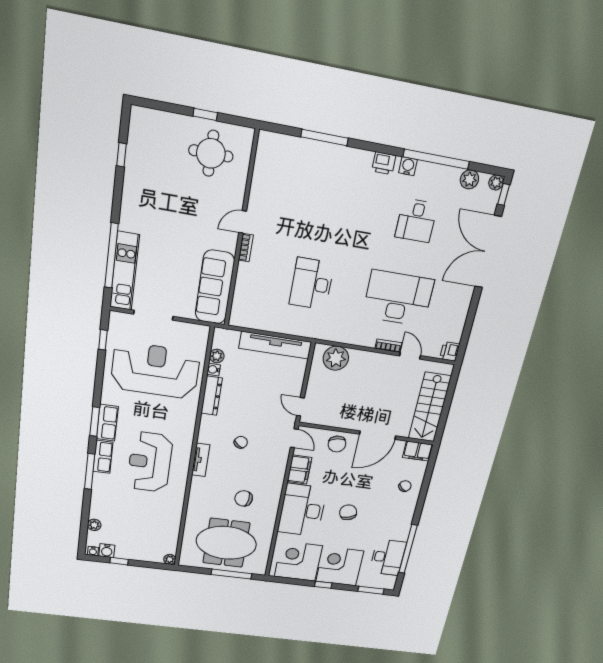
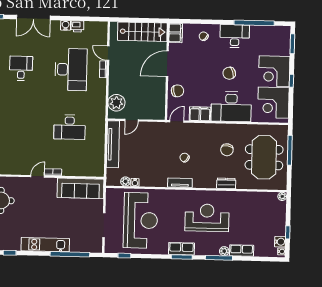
desk: (416, 221) -> (21, 68), turned -90
door: (243, 222) -> (38, 176), swing flipped
double door: (488, 252) -> (33, 18), width x0.73
kitchen unit: (125, 271) -> (45, 245), moved
desk: (398, 298) -> (71, 69), turned 180
water cooler: (465, 299) -> (66, 25), added
printer: (450, 351) -> (77, 26), moved
door: (410, 356) -> (108, 53), hinge flipped
reception desk: (155, 370) -> (141, 220), turned 180
dresser: (212, 396) -> (226, 183), moved, width x0.70
door: (300, 407) -> (132, 120), moved
door: (378, 435) -> (167, 64), swing flipped
row of seats: (103, 457) -> (242, 251), moved
tv unit: (201, 460) -> (180, 183), moved
reception desk: (150, 462) -> (207, 218), turned 180
plant: (94, 525) -> (224, 251), moved
desk: (388, 557) -> (235, 36), moved

